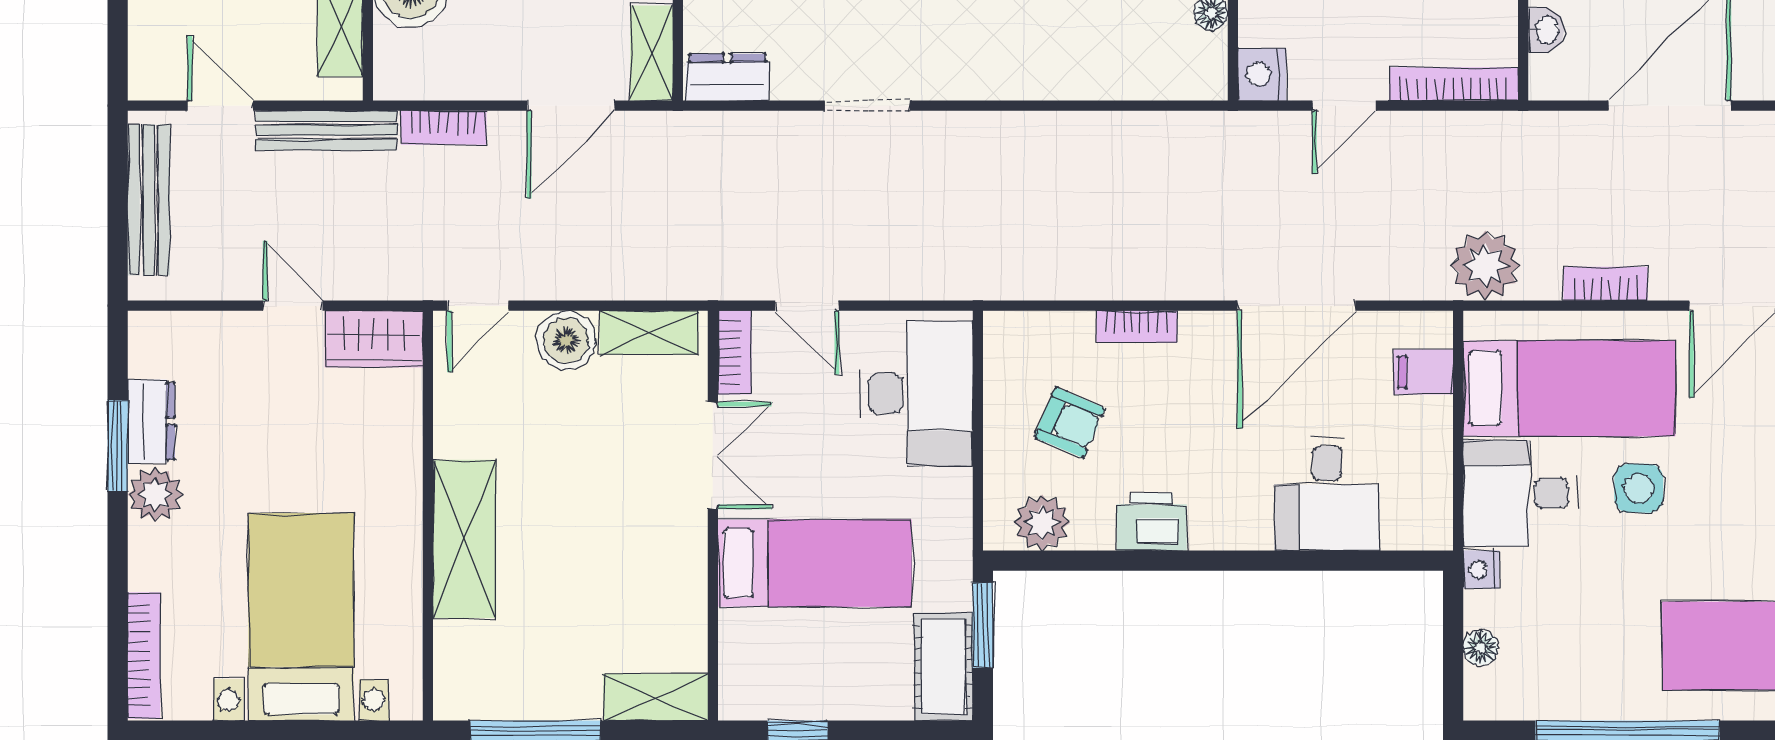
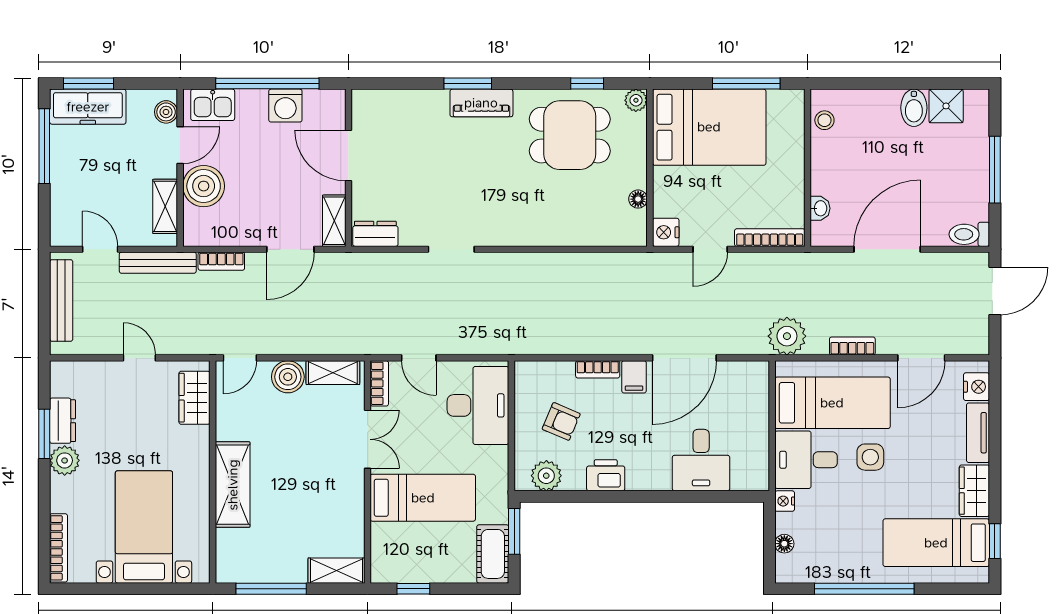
wardrobe: (374, 339) -> (195, 398), moved, turned 90
filing cabinet: (1423, 372) -> (634, 377), moved, turned -90

